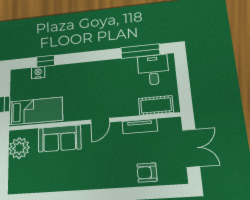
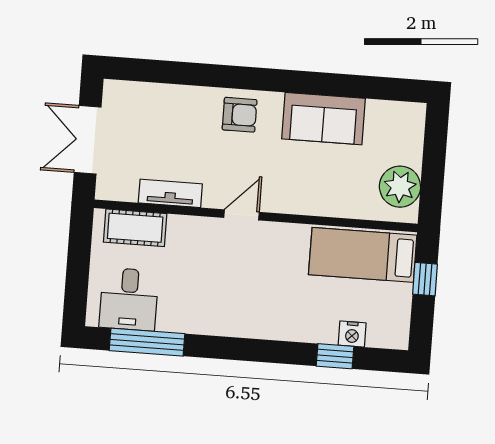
sofa: (60, 138) -> (323, 119), moved, turned 180
armchair: (147, 173) -> (240, 115), moved

